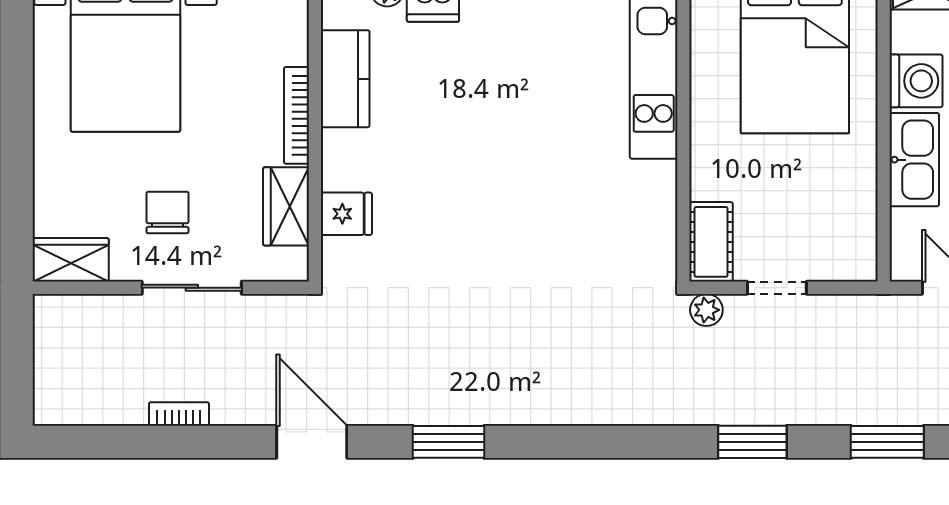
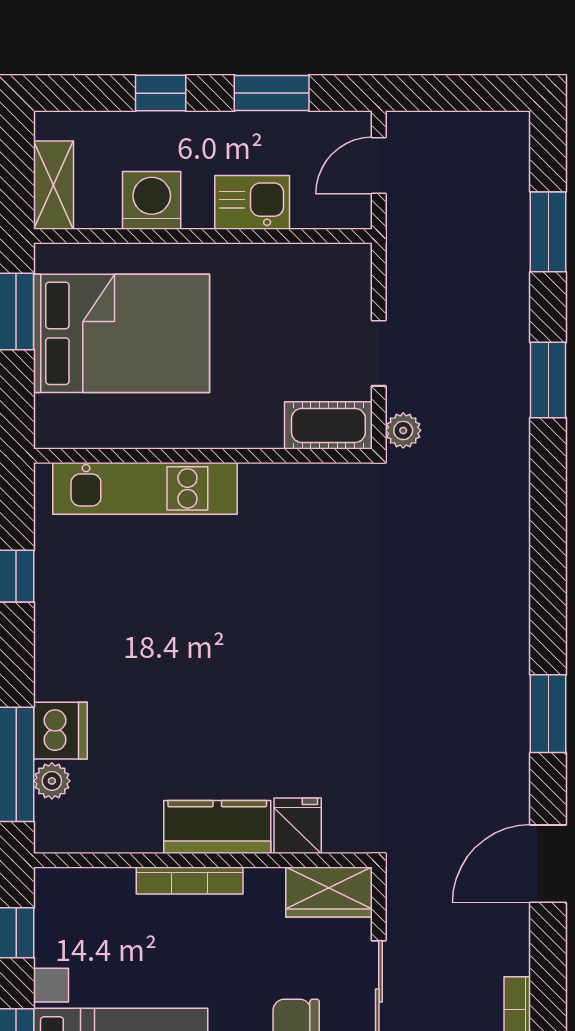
kitchen counter: (345, 79) -> (217, 827), moved
kitchen sink: (914, 160) -> (252, 202), width x0.73
wardrobe: (286, 206) -> (329, 892), moved

